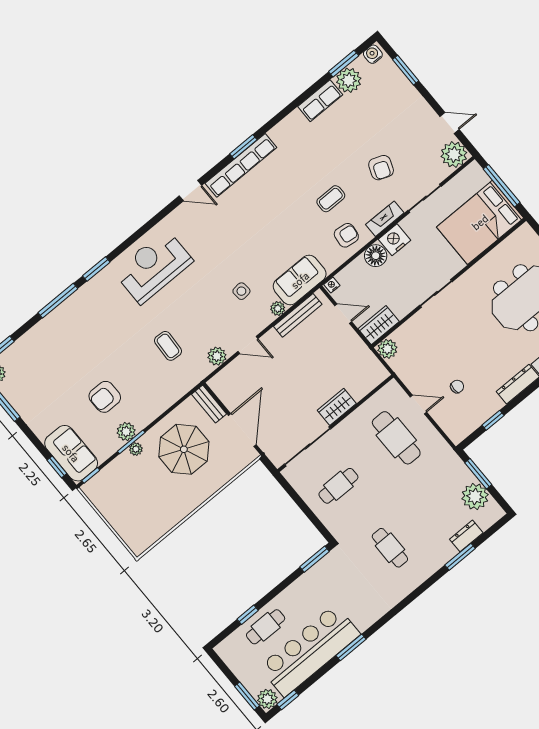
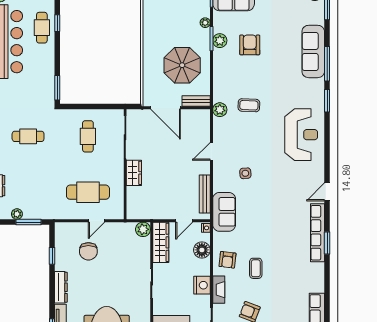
floor lamp: (376, 256) -> (202, 250), moved
plant: (278, 308) -> (218, 186), removed
wardrobe: (379, 325) -> (161, 242), width x1.50
sofa: (57, 326) -> (313, 51), added
plant: (217, 356) -> (220, 110), moved
chair: (457, 386) -> (88, 251), width x1.87, depth x1.87
plant: (136, 449) -> (205, 23), moved
plant: (475, 497) -> (17, 214), width x0.53, depth x0.53

